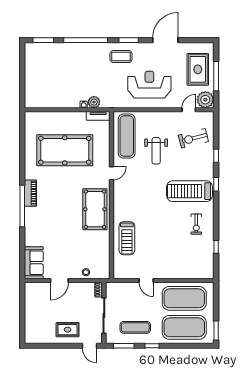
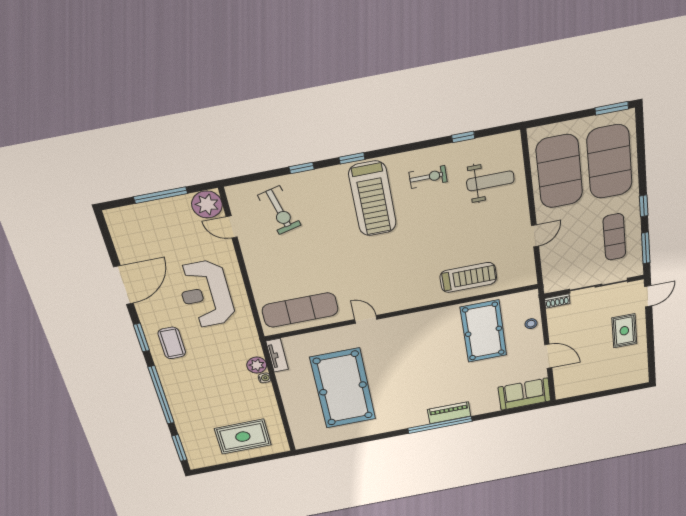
door: (165, 40) -> (123, 285), swing flipped
rug: (198, 69) -> (243, 437), moved
weight bench: (156, 151) -> (490, 181), moved
piano: (30, 193) -> (449, 413), moved
pool table: (95, 209) -> (484, 331), moved, turned 90

